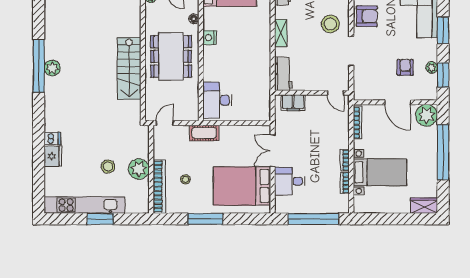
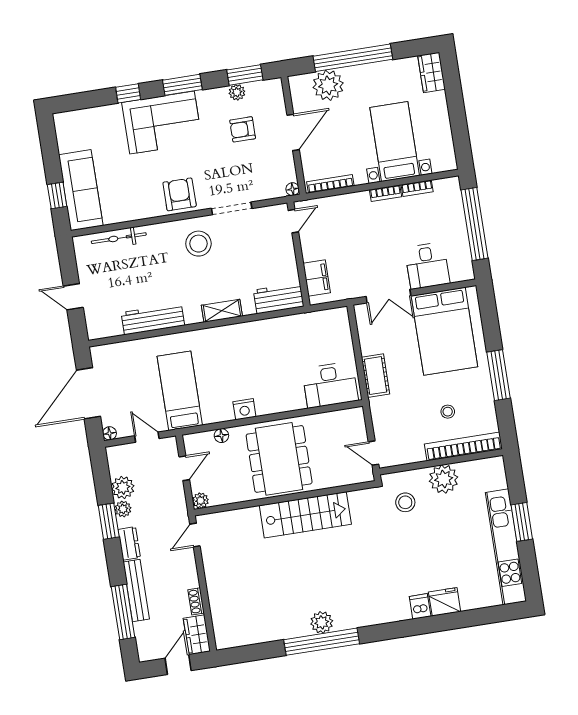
dining table: (171, 56) -> (279, 459), turned 90
floor lamp: (358, 96) -> (293, 189), added
plant: (427, 115) -> (328, 85), moved
cot: (204, 133) -> (376, 376), moved
stool: (108, 167) -> (405, 502), moved

